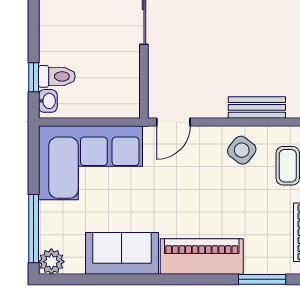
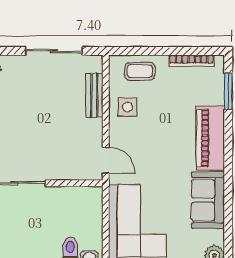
side table: (242, 150) -> (128, 107), turned -38

